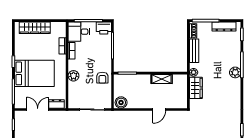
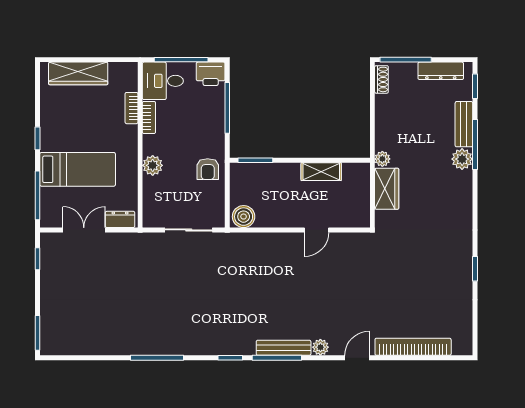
bench: (194, 51) -> (464, 124), moved
bed: (34, 73) -> (78, 169), width x0.67

